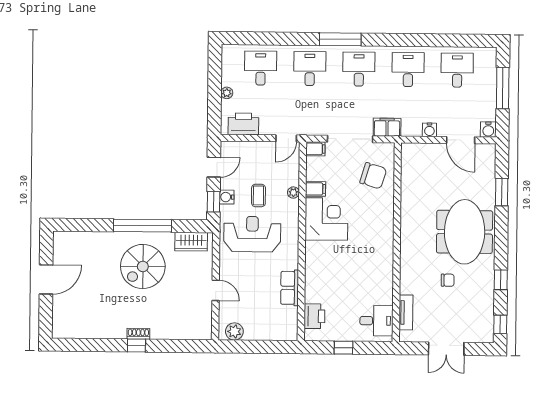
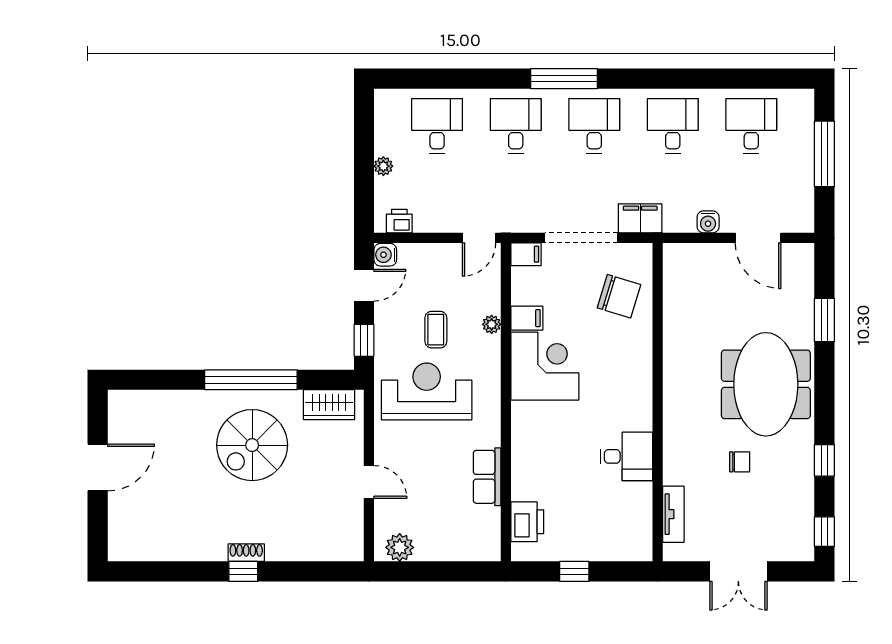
printer: (243, 124) -> (399, 221), width x0.53, depth x0.68
water cooler: (488, 130) -> (802, 220), removed
water cooler: (227, 197) -> (385, 255), moved
desk: (376, 321) -> (626, 456), moved

